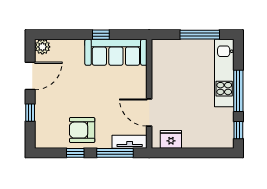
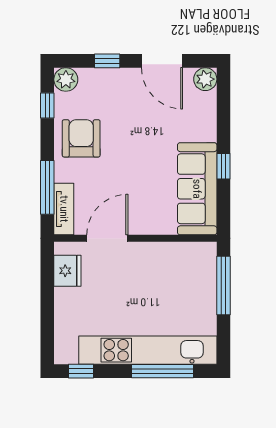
window: (200, 35) -> (223, 285), moved
kitchen unit: (224, 73) -> (148, 350), width x1.36
window: (238, 91) -> (163, 371), moved
plant: (43, 140) -> (66, 80), added
window: (75, 153) -> (47, 105), moved

